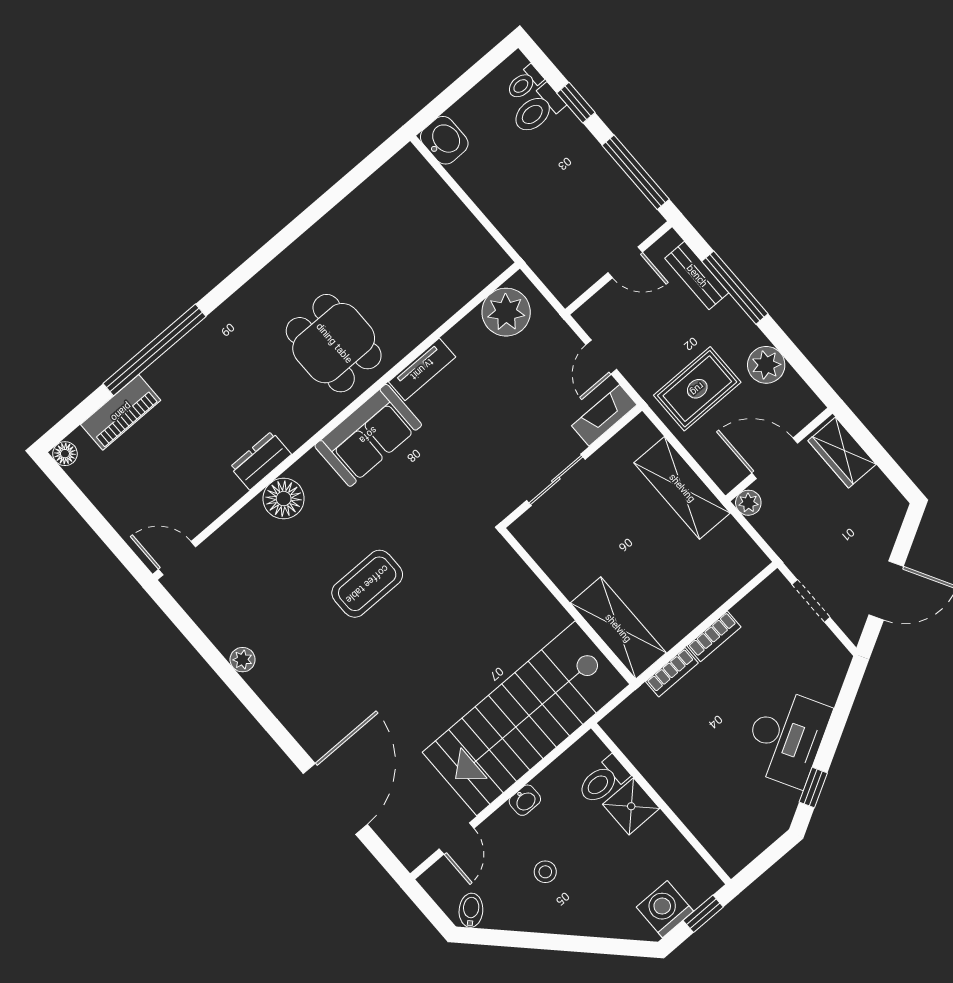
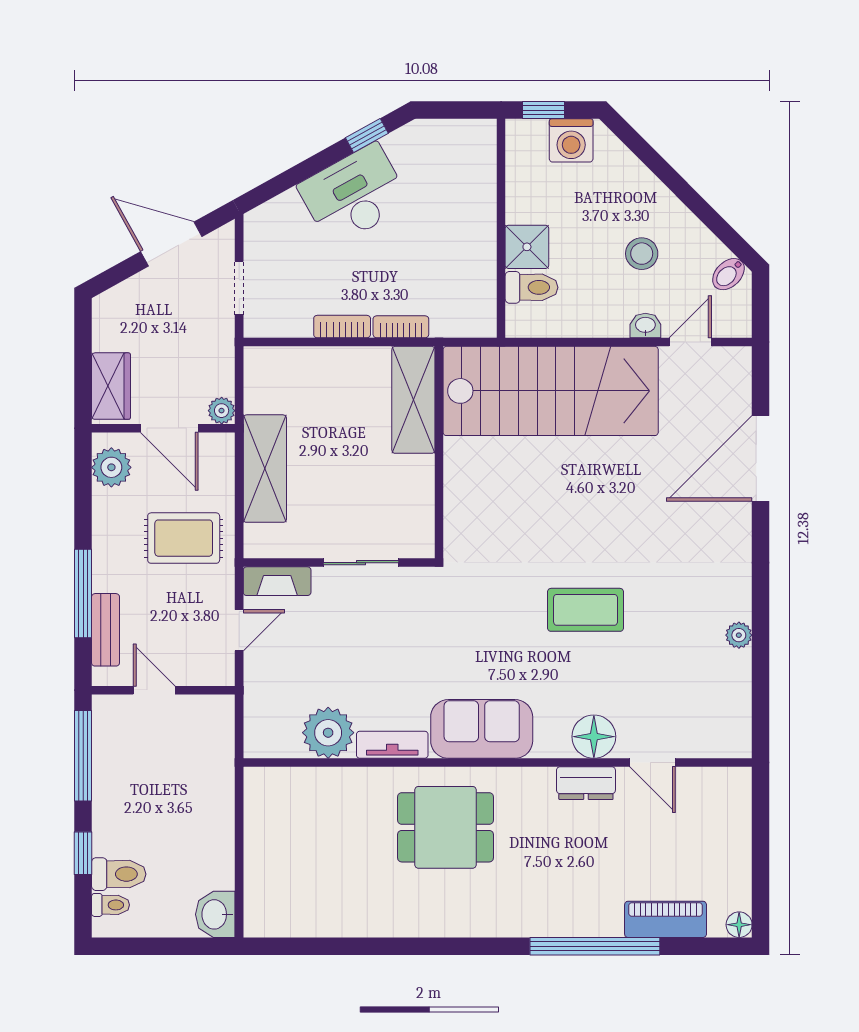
plant: (506, 312) -> (328, 733), moved
dining table: (334, 343) -> (446, 827), turned 90
plant: (766, 365) -> (111, 467), moved
door: (177, 558) -> (652, 763), moved
washbasin: (525, 800) -> (645, 326), moved
stool: (545, 872) -> (642, 254), width x1.37, depth x1.37

